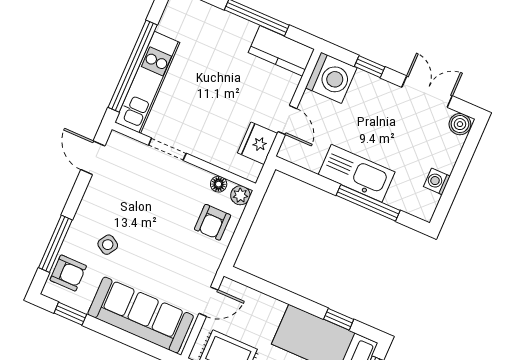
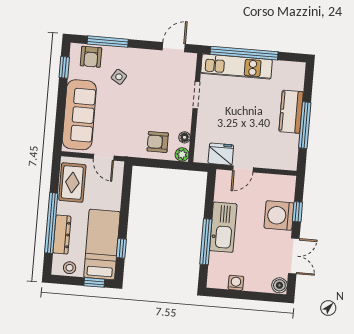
kitchen counter: (281, 51) -> (291, 112), moved
washing machine: (331, 78) -> (279, 215), moved, turned 90

